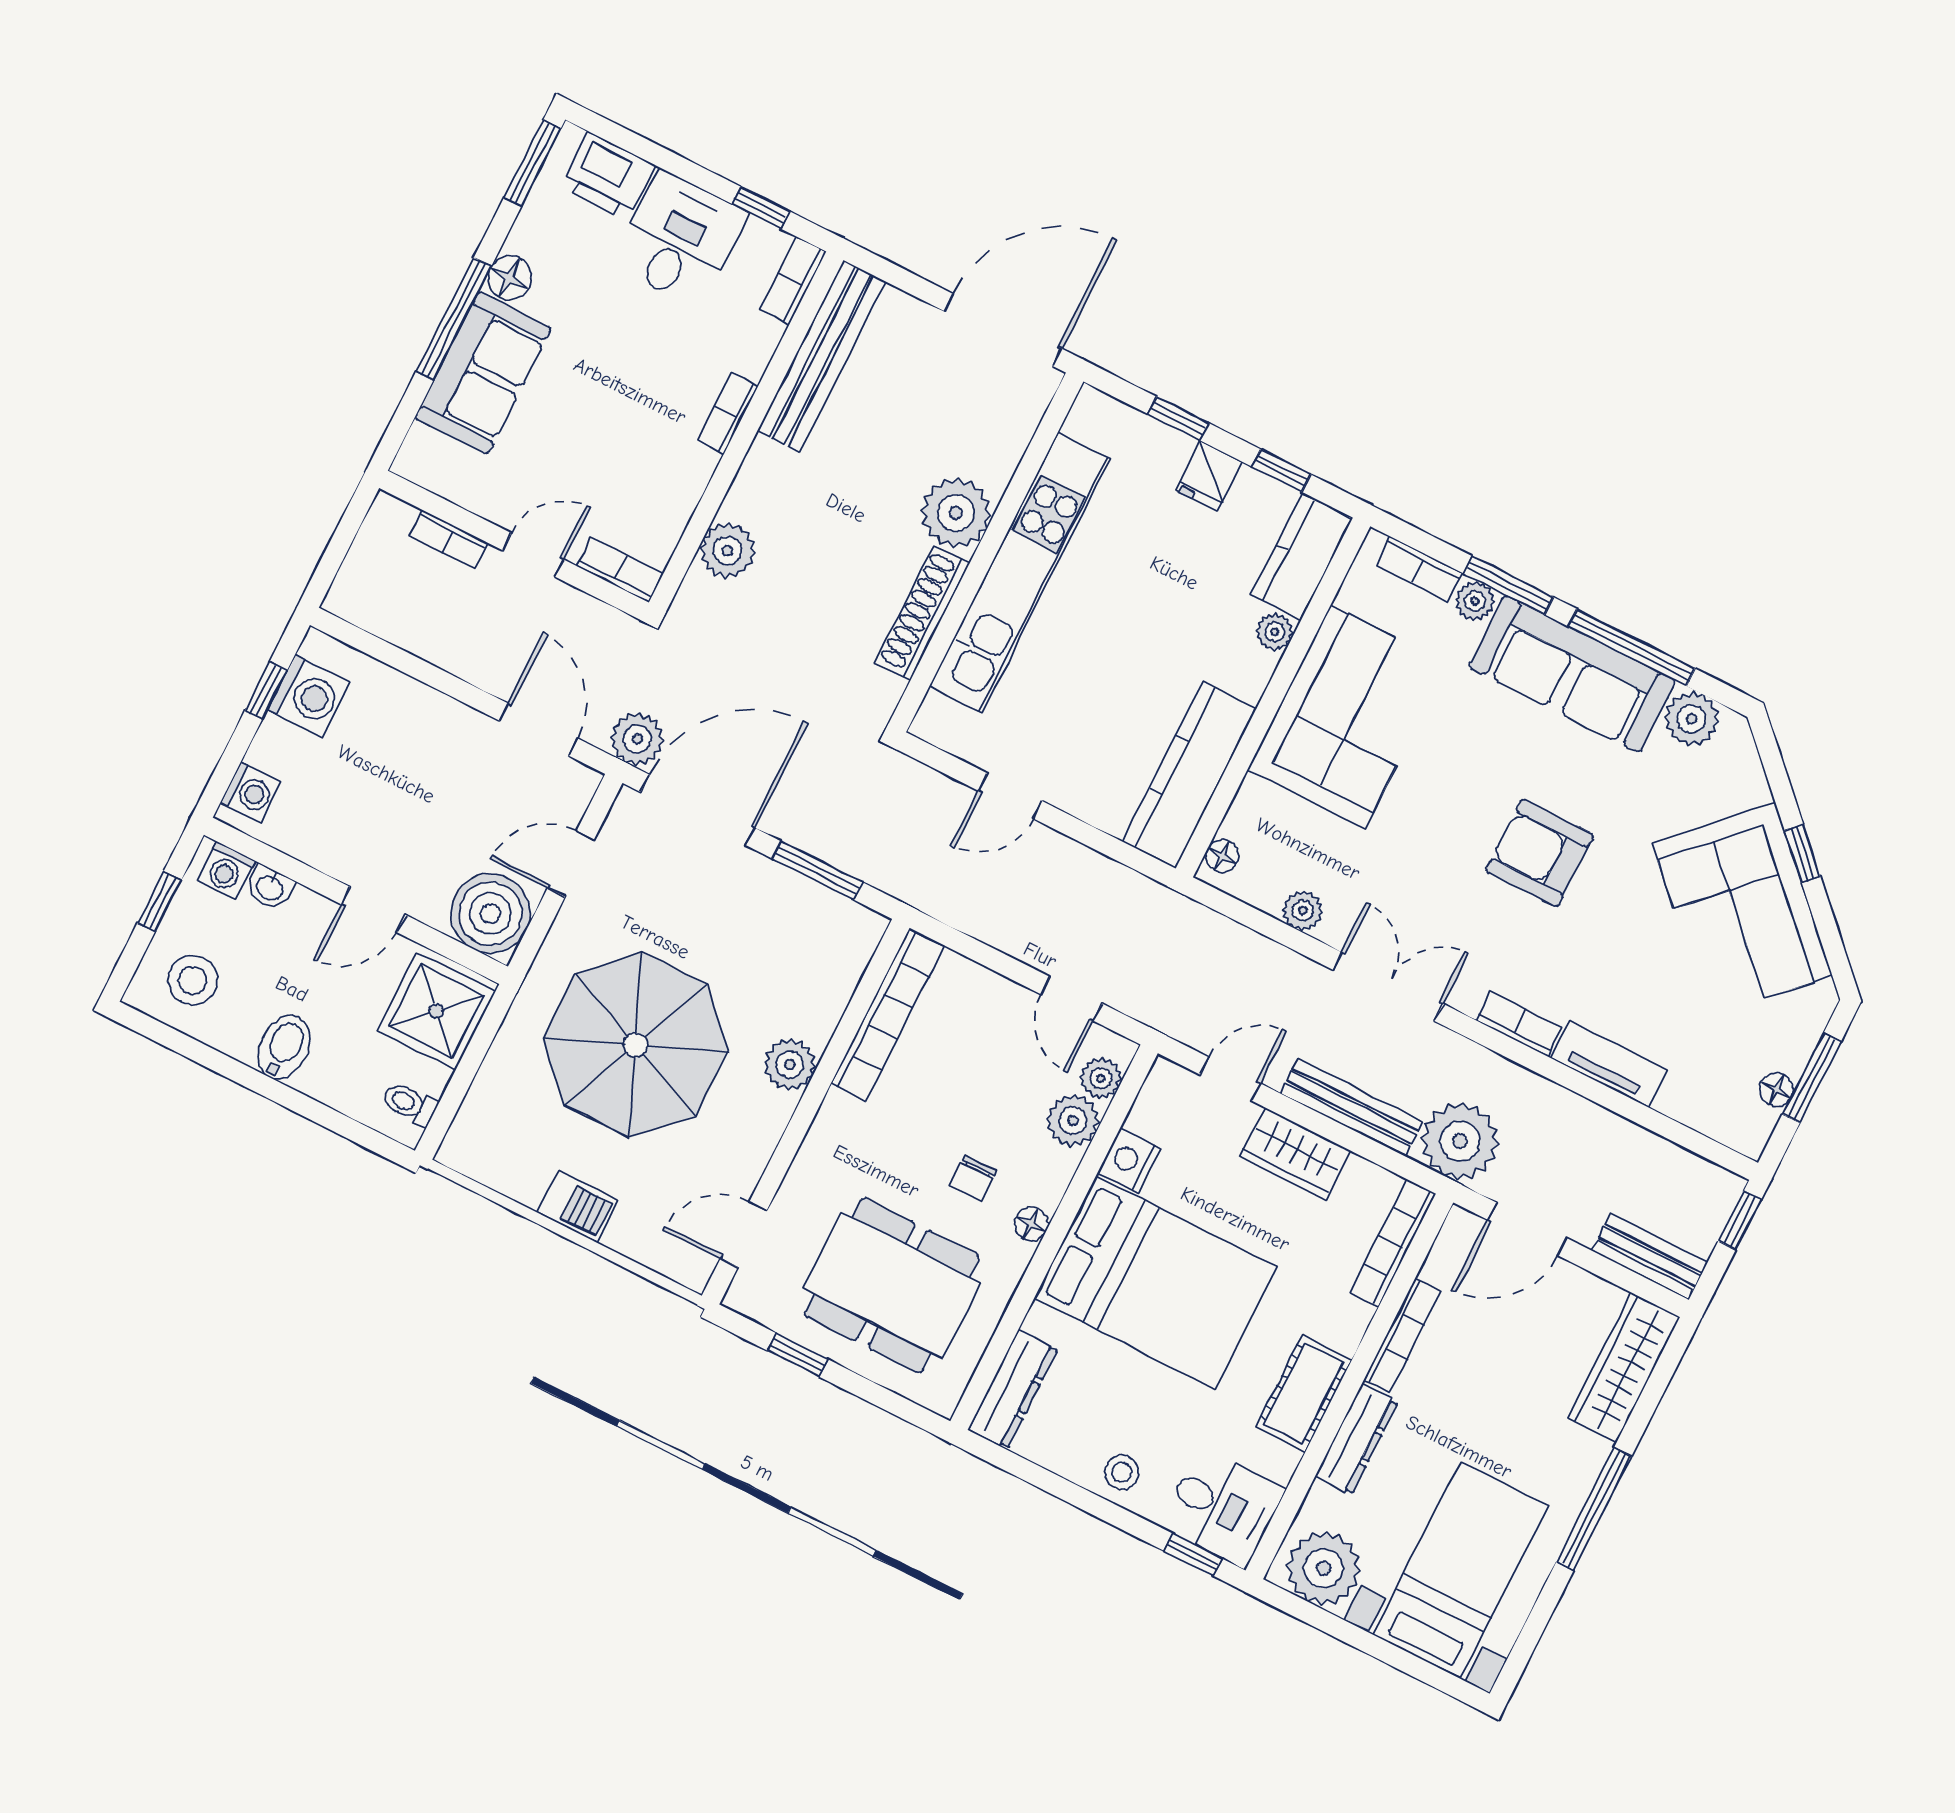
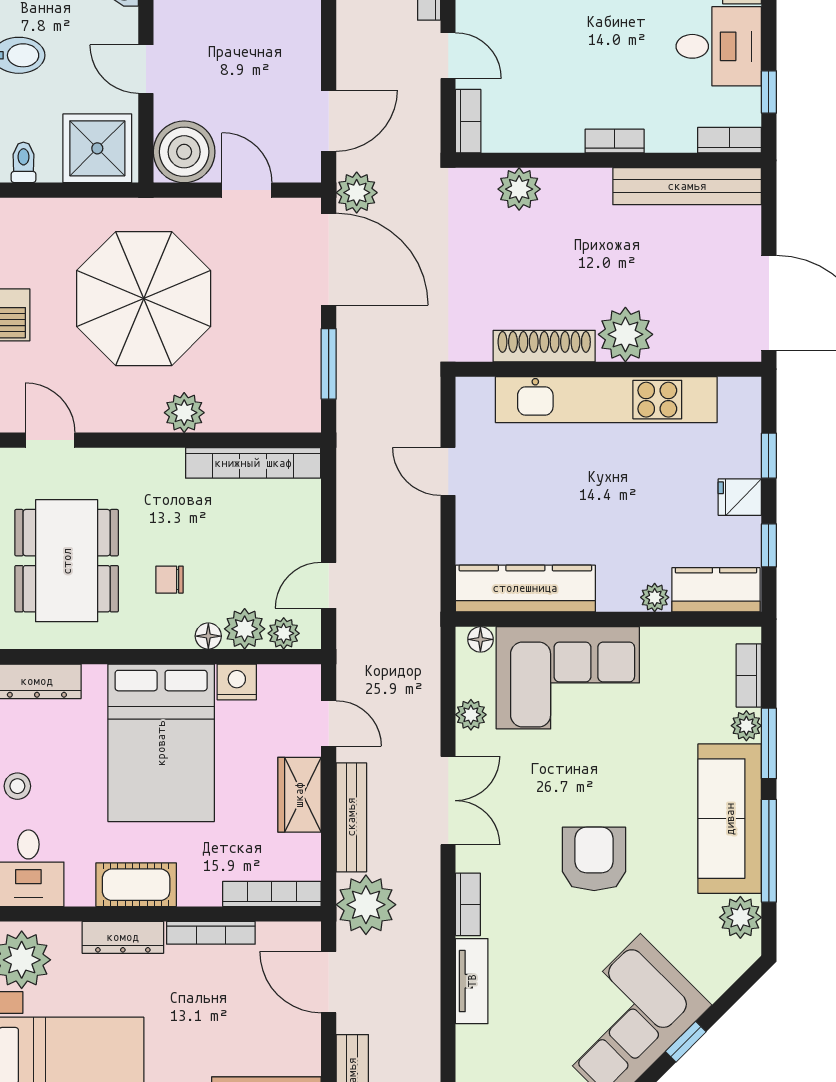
corner sofa: (1347, 717) -> (568, 678), moved
floor lamp: (1031, 1224) -> (208, 636), moved

